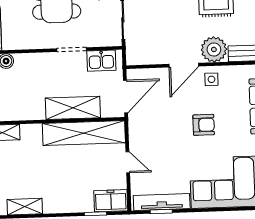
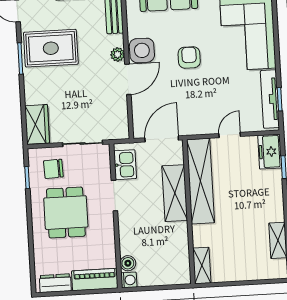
plant: (214, 49) -> (118, 54), width x0.53, depth x0.53
door: (184, 65) -> (128, 79), hinge flipped
side table: (211, 79) -> (142, 50), width x1.87, depth x1.87
door: (125, 97) -> (162, 139), hinge flipped

